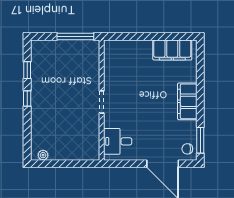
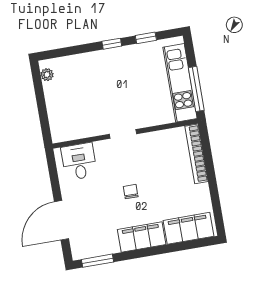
bookcase: (128, 45) -> (197, 154), added
kitchen unit: (68, 49) -> (180, 83), added
filing cabinet: (172, 50) -> (189, 228), moved, turned 90
chair: (187, 149) -> (131, 192), moved

